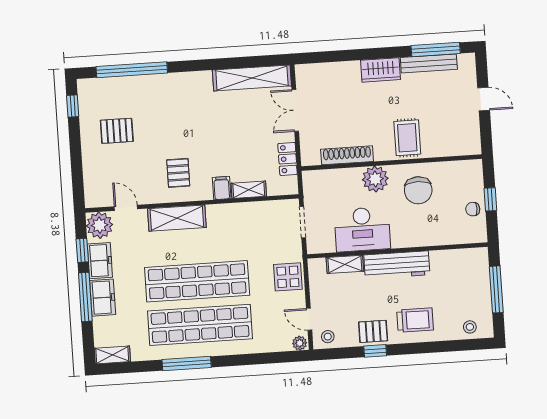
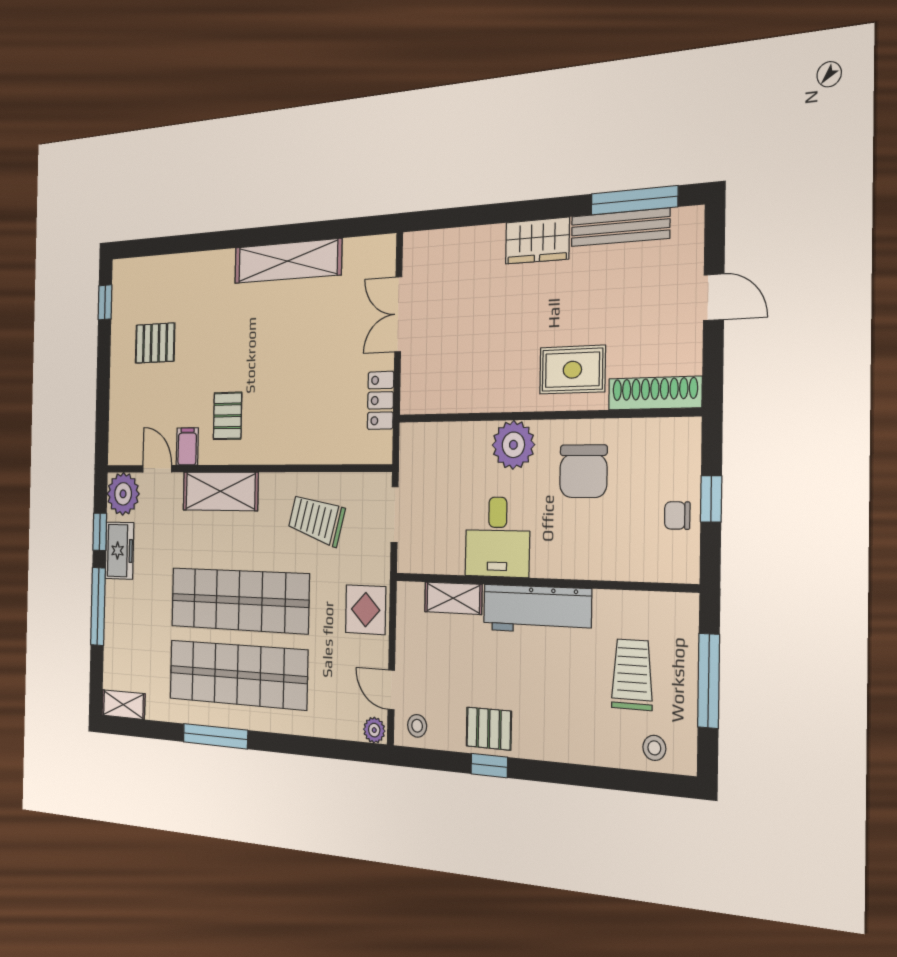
window: (132, 70) -> (181, 244), removed
shelving: (252, 78) -> (288, 261), moved
rug: (407, 138) -> (572, 370), turned 90
shoe rack: (347, 155) -> (655, 393), moved
filing cabinet: (222, 188) -> (187, 446), moved
shelving: (249, 190) -> (321, 451), removed
trolley: (249, 229) -> (316, 520), added
desk: (362, 229) -> (497, 537), width x0.73
freezer: (103, 298) -> (118, 610), removed
trolley: (415, 320) -> (632, 675), moved, turned -90

